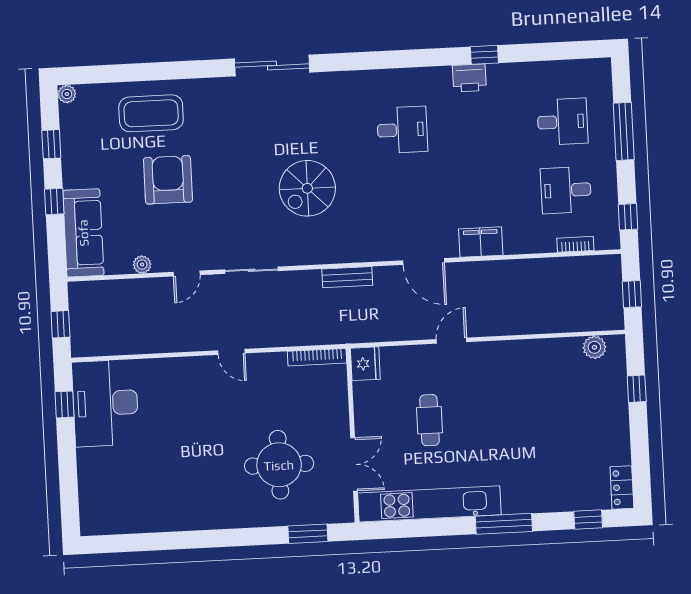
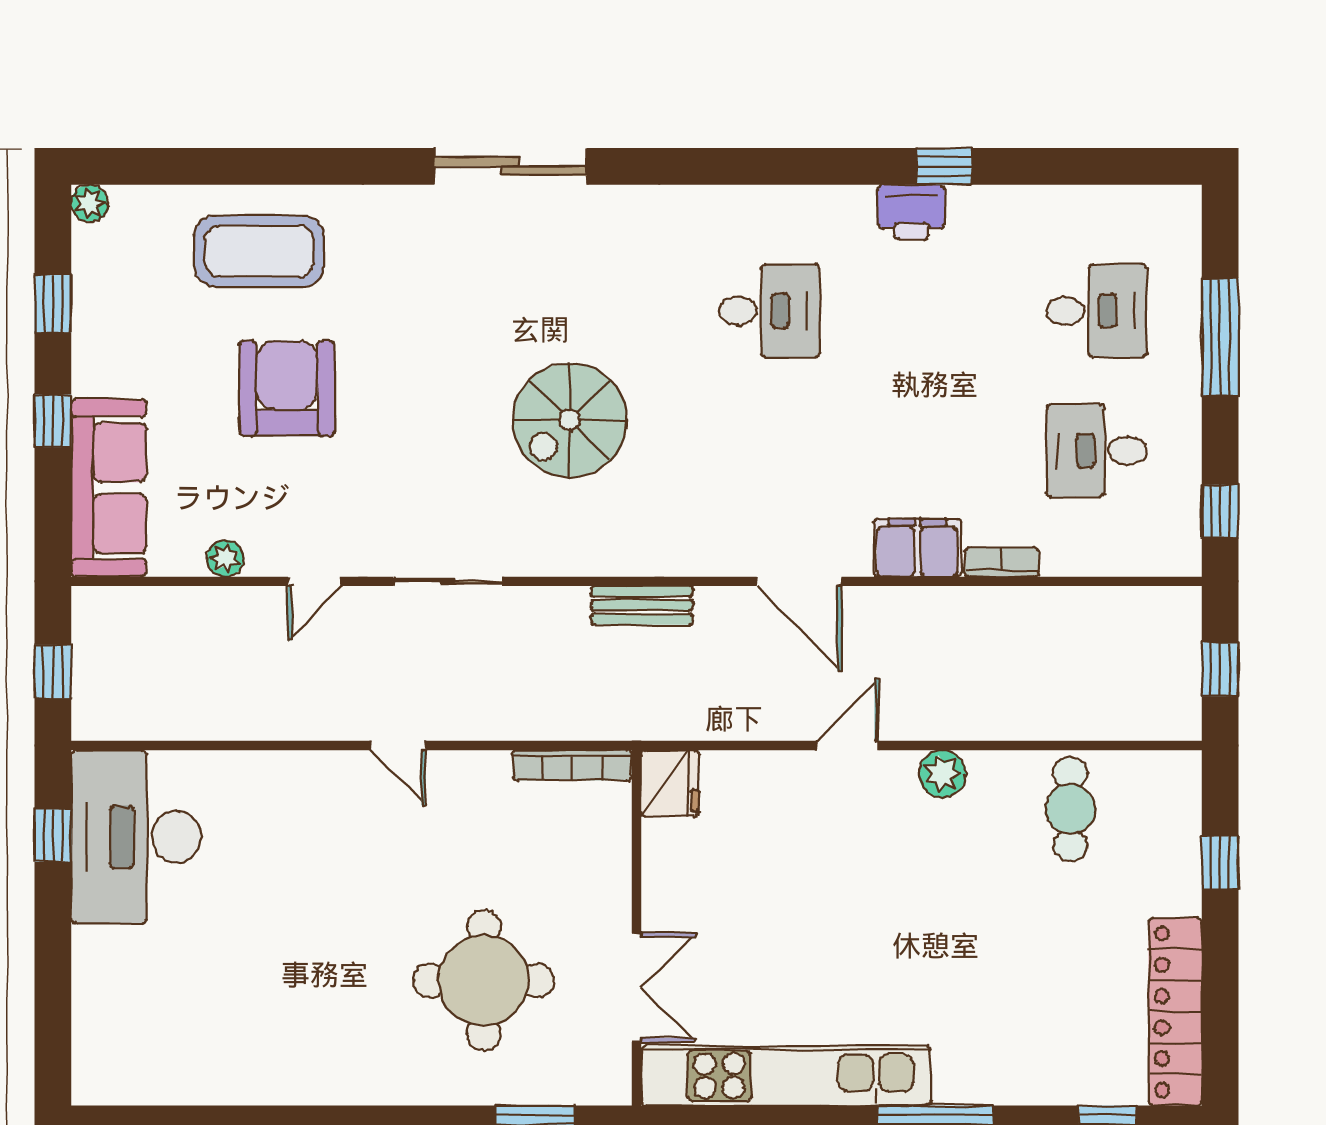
bookcase: (575, 244) -> (1002, 562), moved
plant: (594, 347) -> (942, 774), moved
cafe table: (429, 420) -> (1070, 809), moved
locker: (622, 487) -> (1175, 1012), width x2.16, depth x1.21

